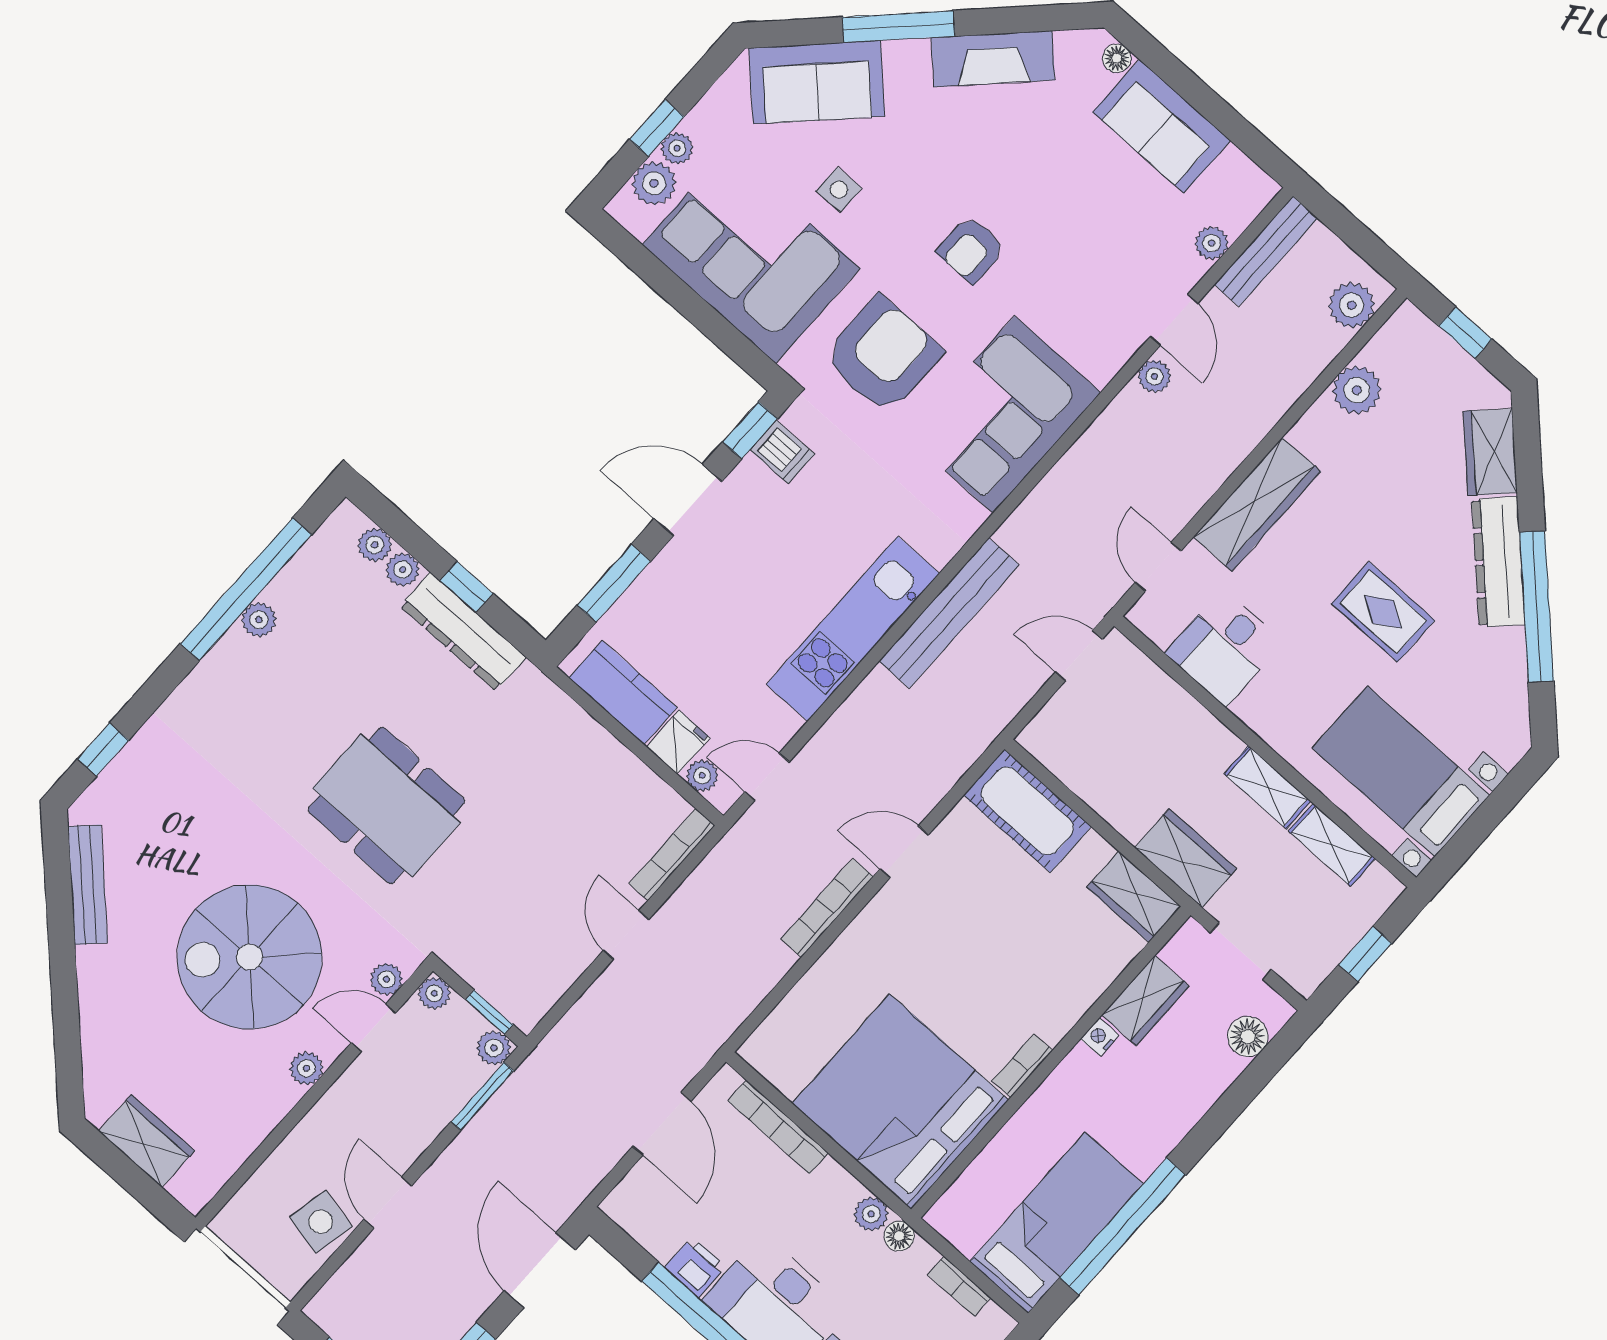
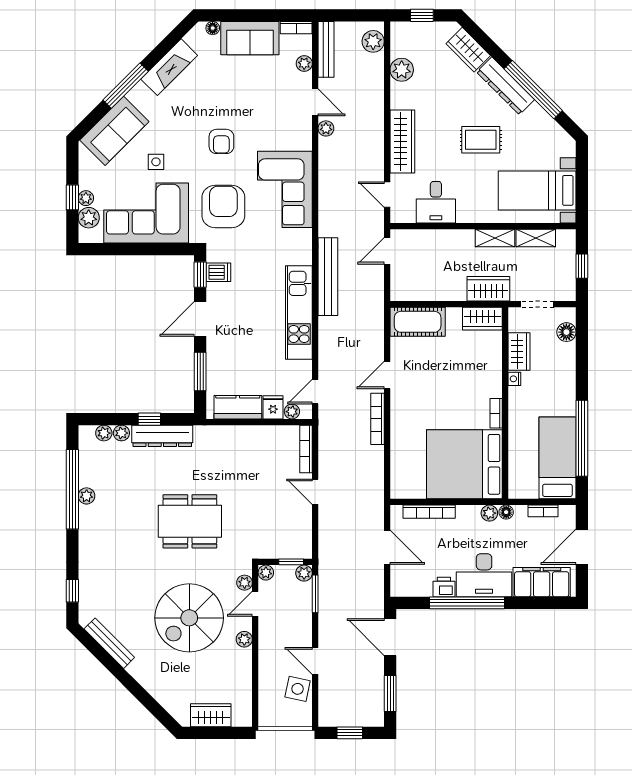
bookcase: (1249, 175) -> (296, 28), added

